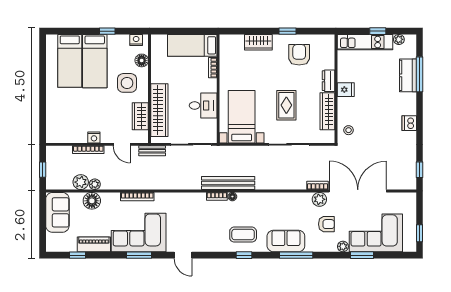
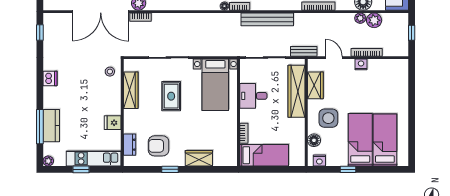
plant: (399, 39) -> (48, 161), moved
armchair: (299, 55) -> (159, 146), turned 90
dresser: (329, 81) -> (130, 145), moved
fridge: (346, 90) -> (113, 123), moved
bench: (228, 183) -> (267, 19), moved

